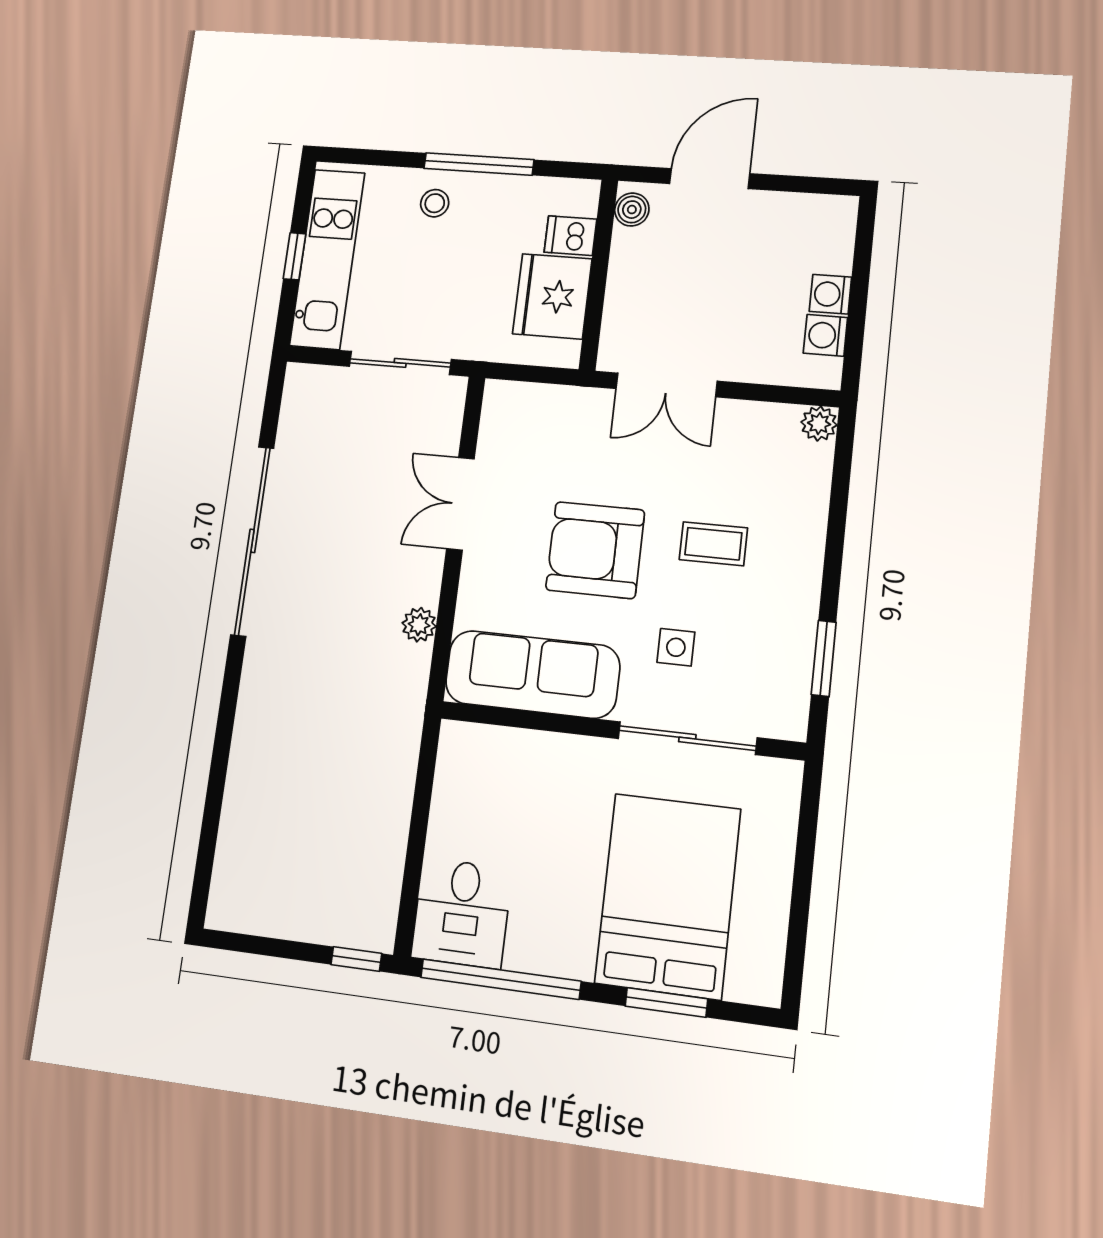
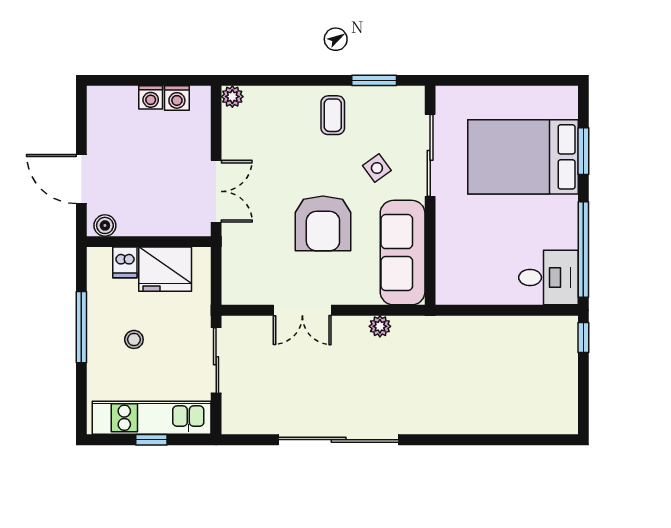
stool: (435, 203) -> (134, 339), moved
coffee table: (713, 544) -> (333, 115), moved
side table: (676, 647) -> (377, 168), turned -36

